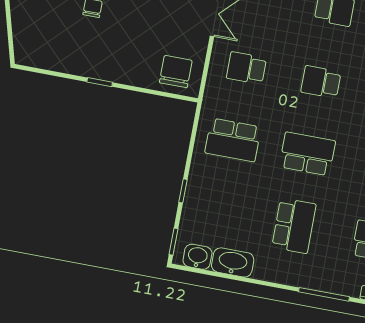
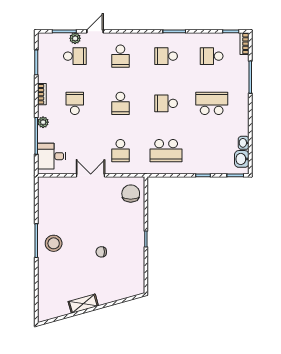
chair: (176, 72) -> (131, 194), turned 90
school desk: (233, 140) -> (166, 151), turned 90
school desk: (307, 154) -> (166, 103), width x0.54
washbasin: (233, 262) -> (244, 143), width x0.52, depth x0.69

